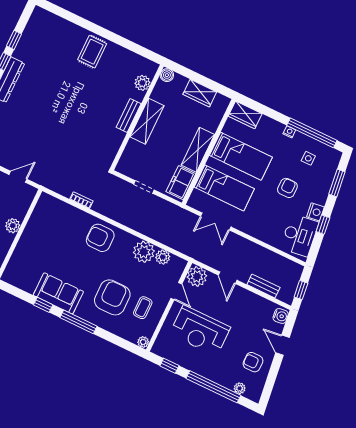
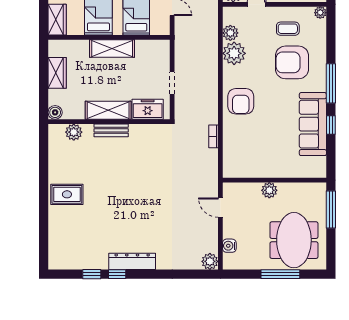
freezer: (181, 183) -> (148, 109), moved, turned 180
sofa: (58, 293) -> (313, 124), width x1.36

